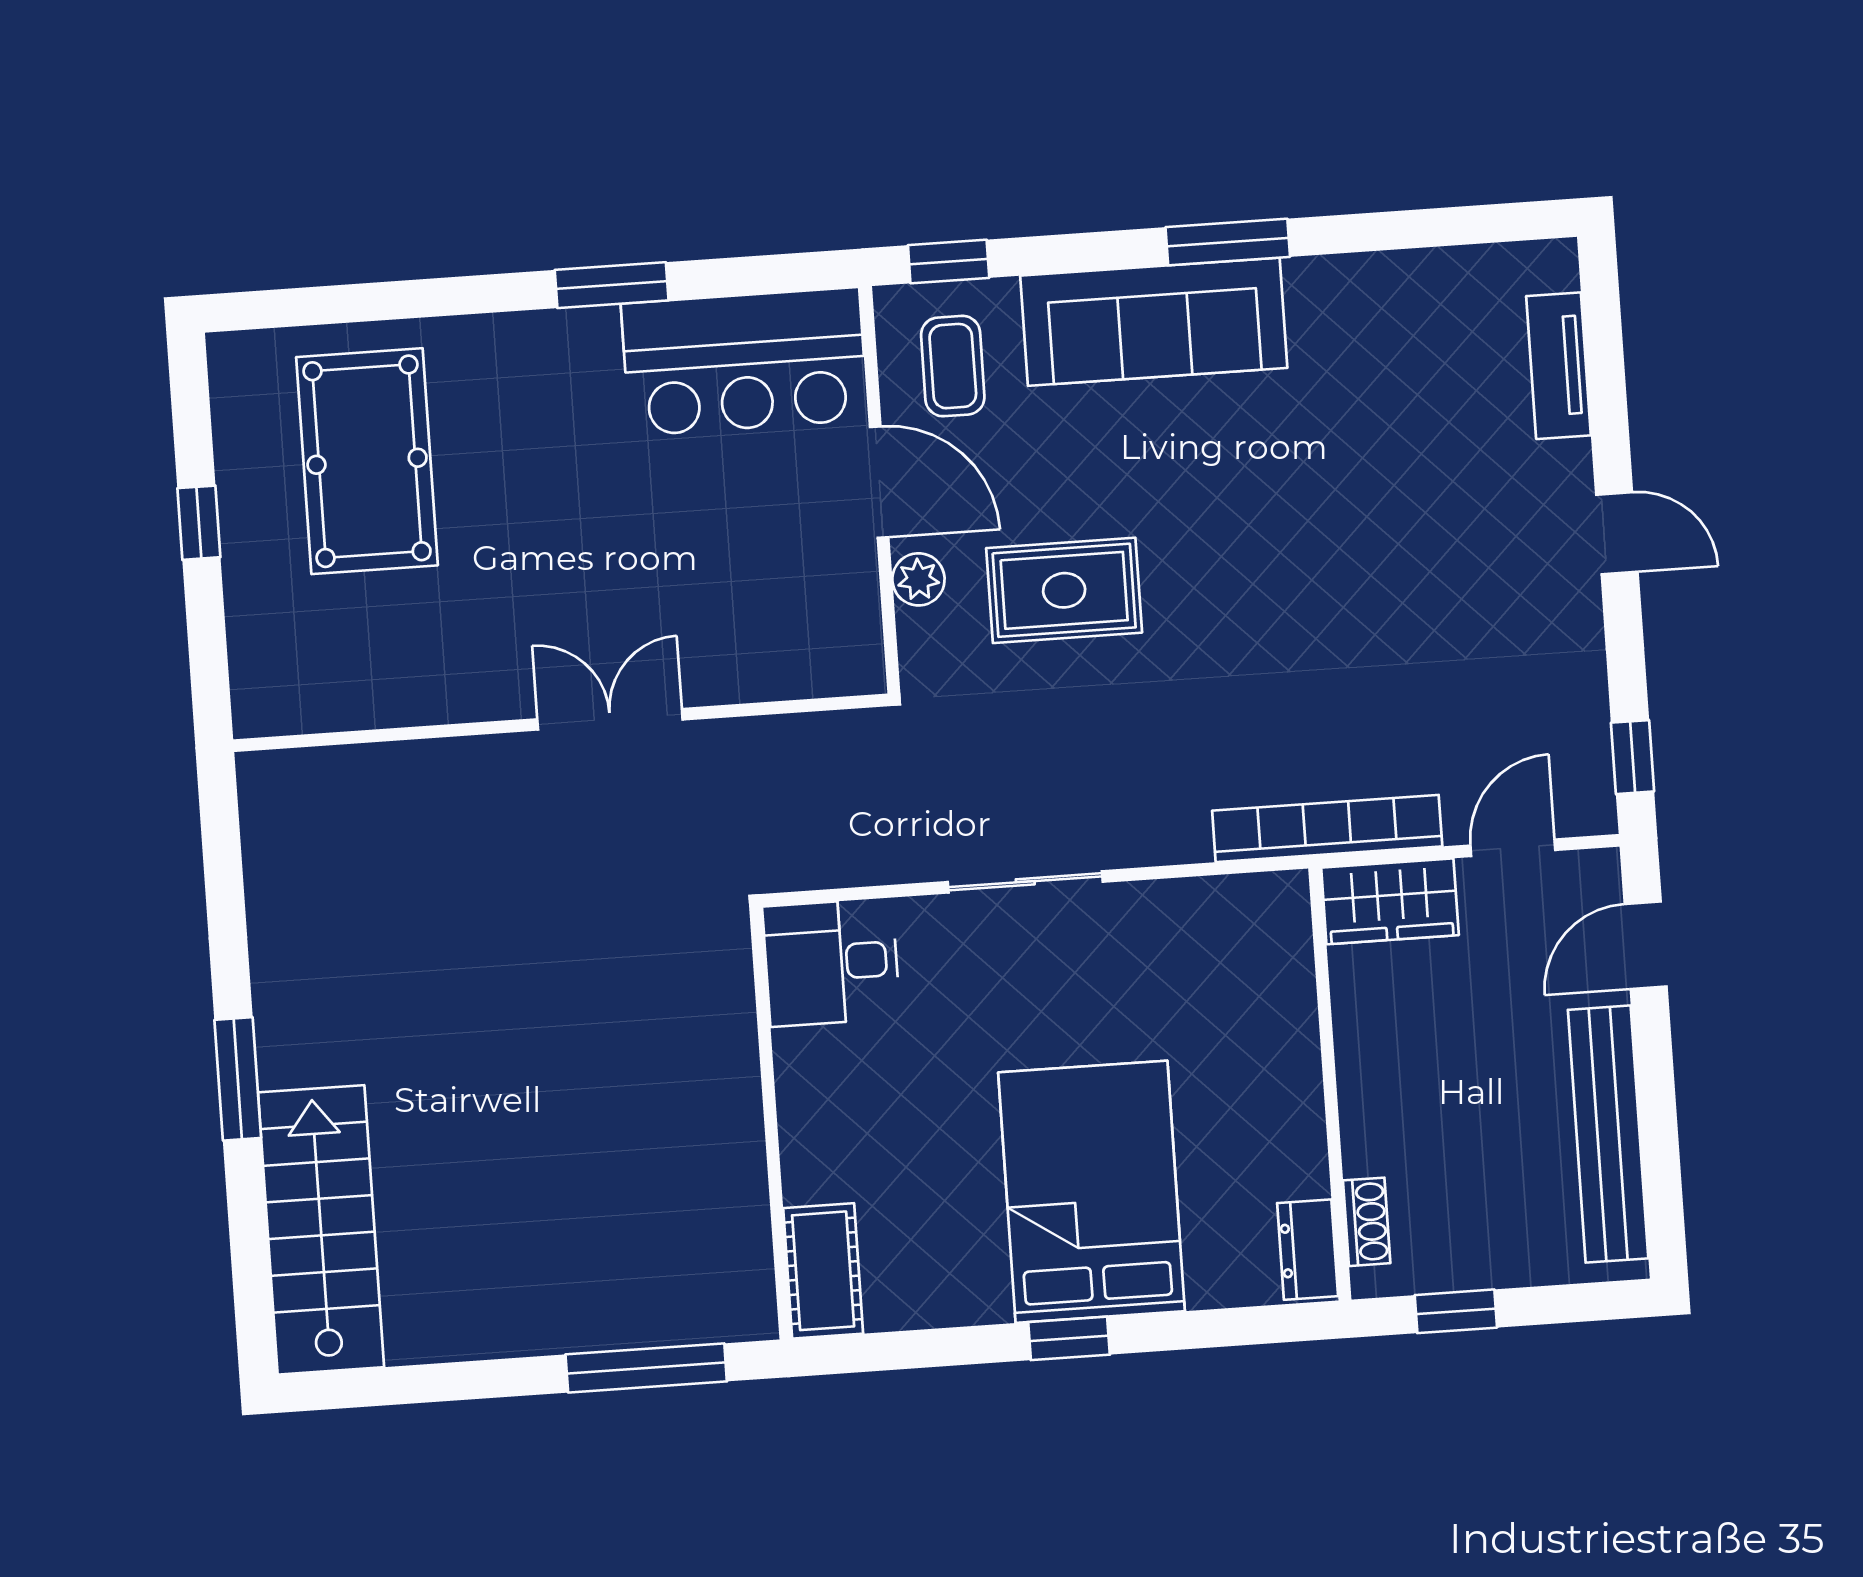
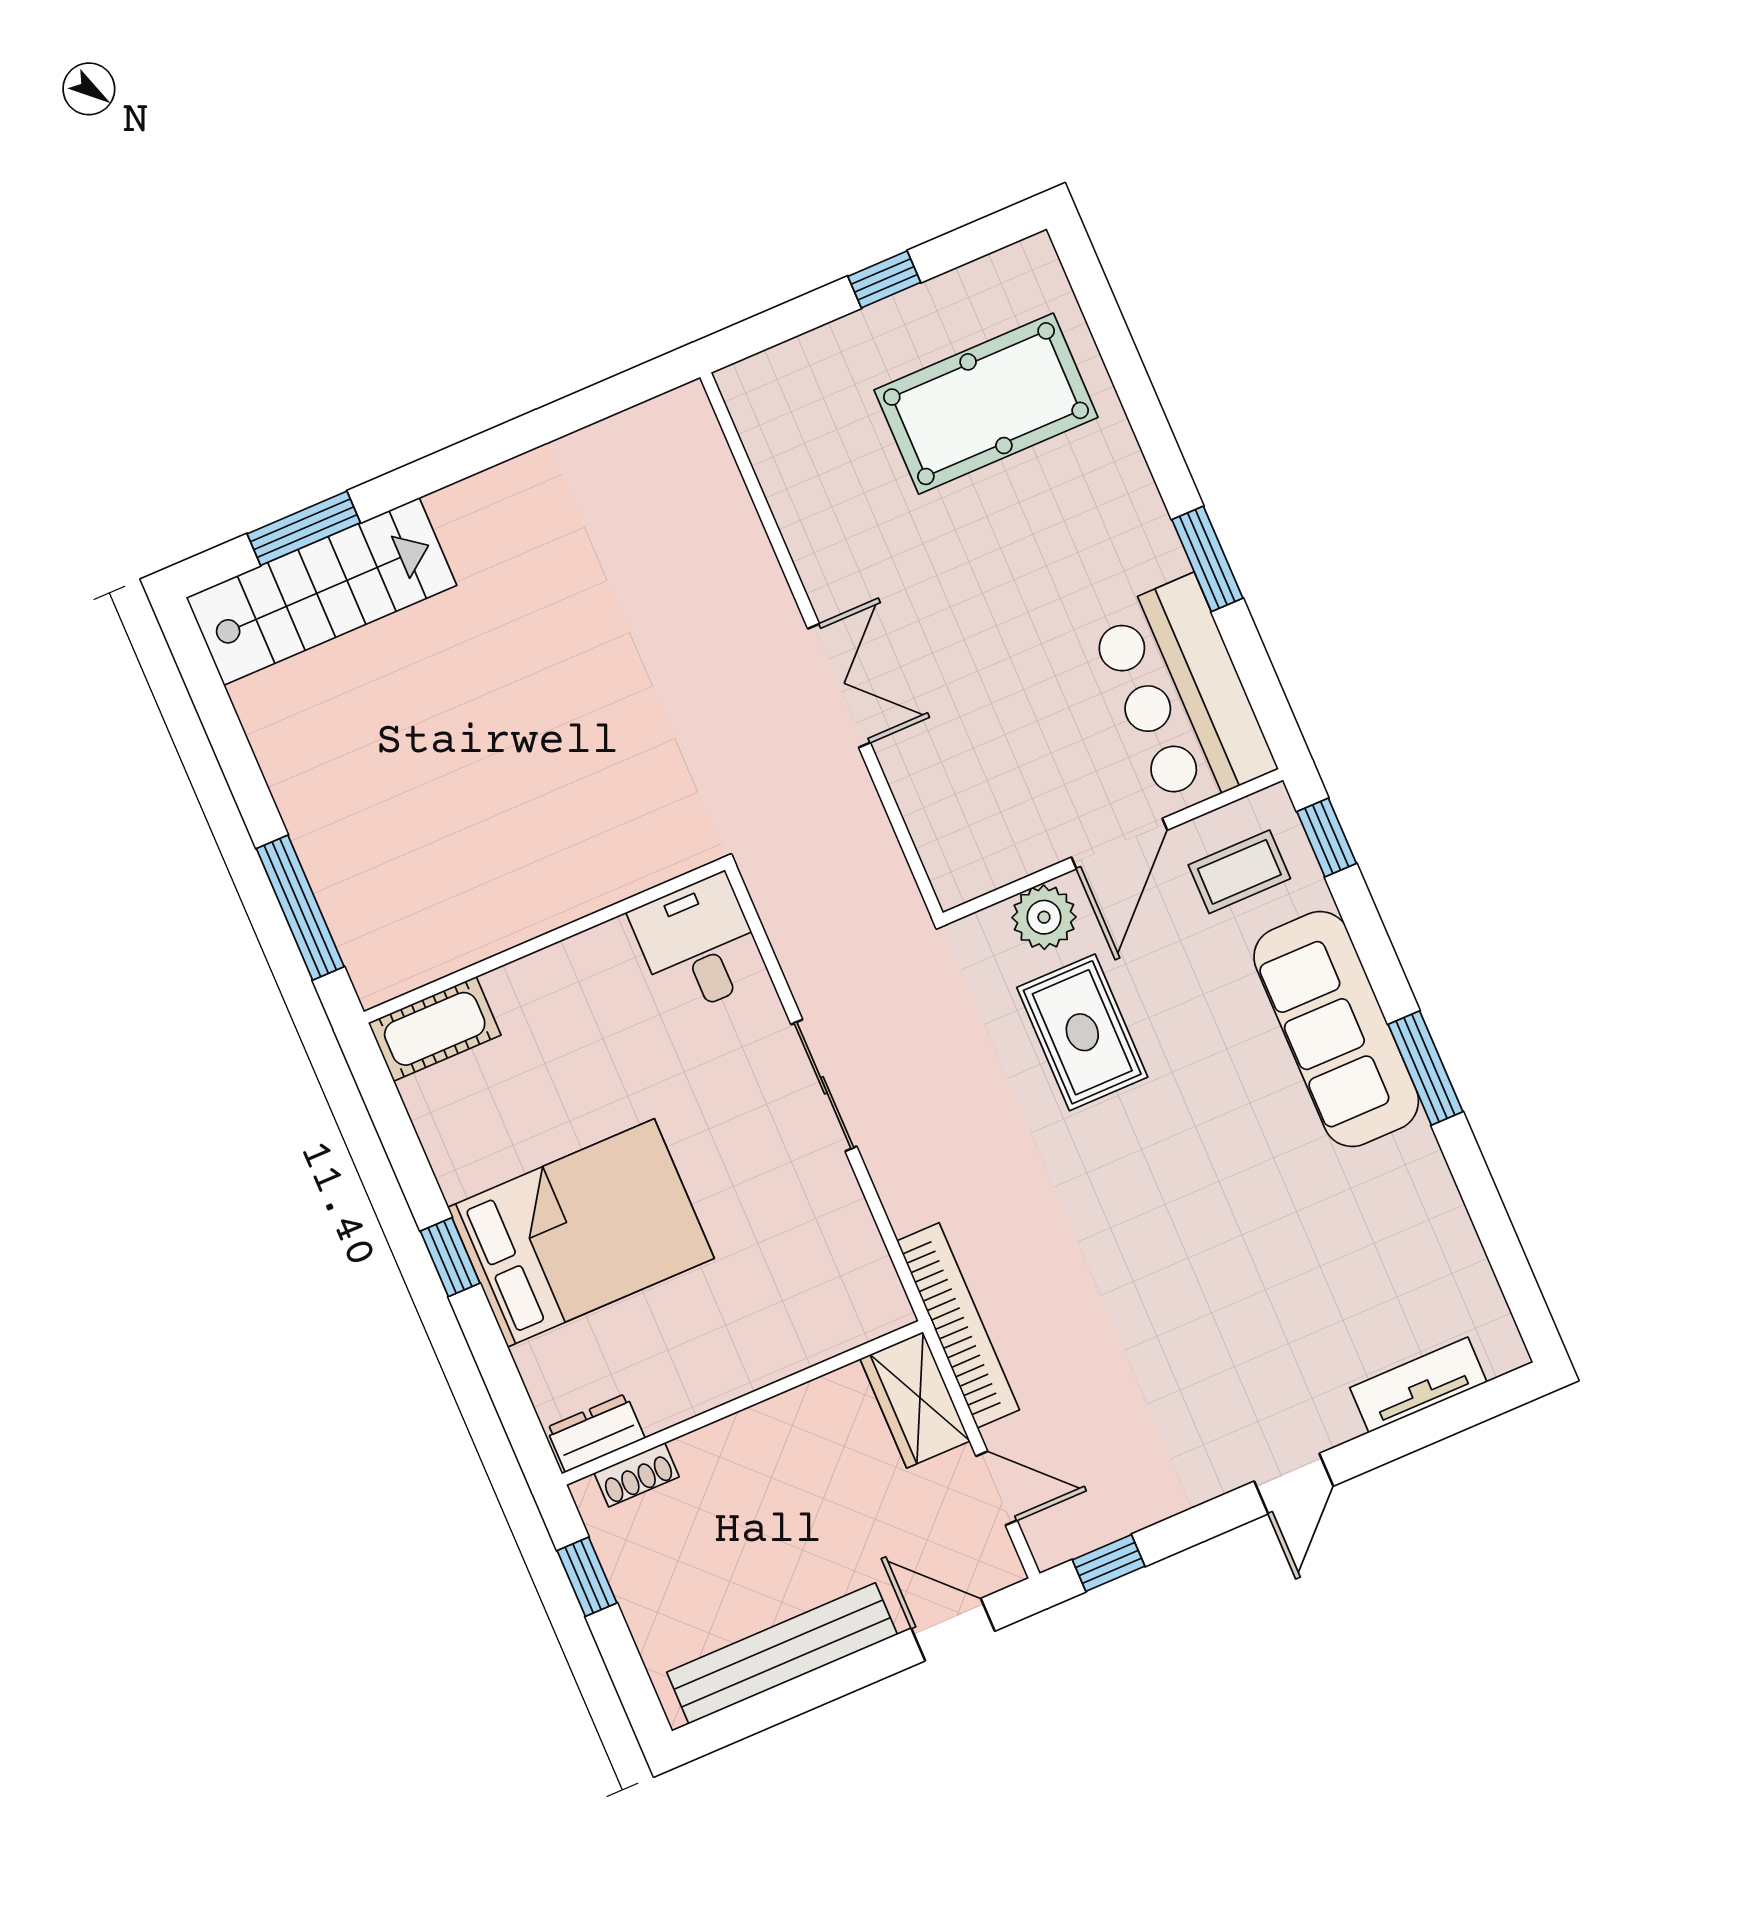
plant: (918, 579) -> (1044, 917), width x1.38, depth x1.38
window: (238, 1079) -> (304, 528), moved

